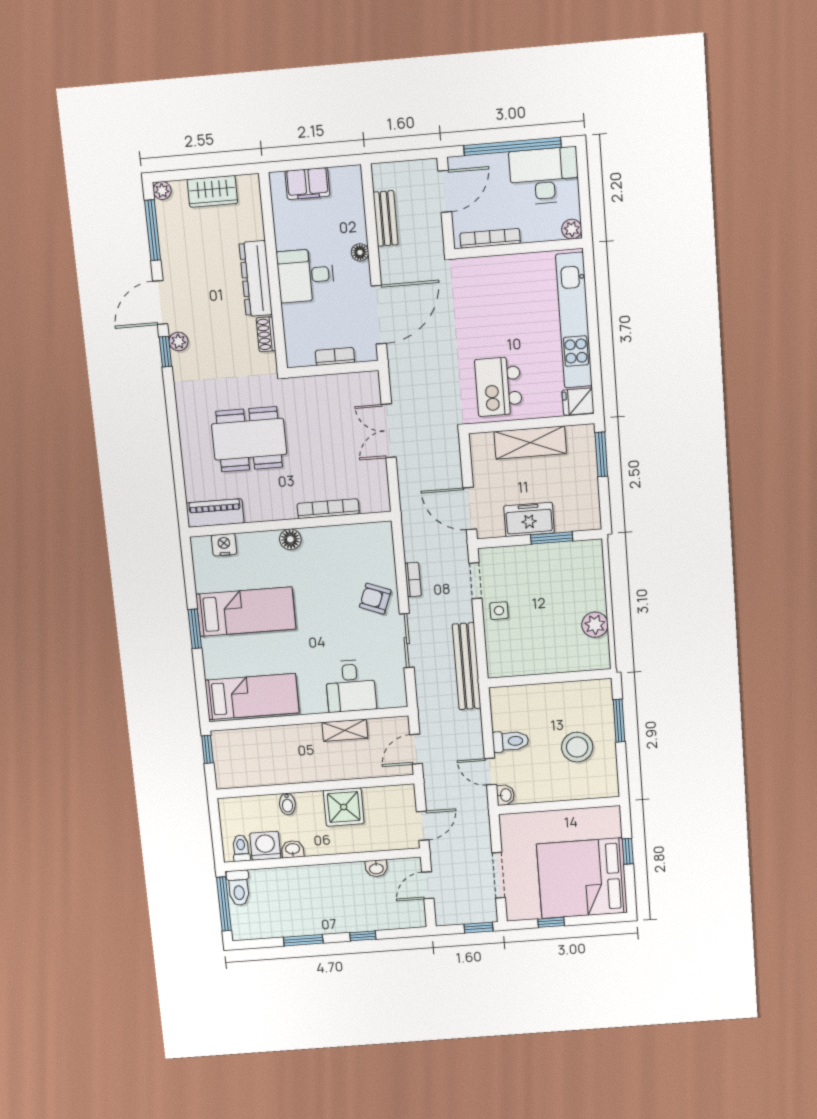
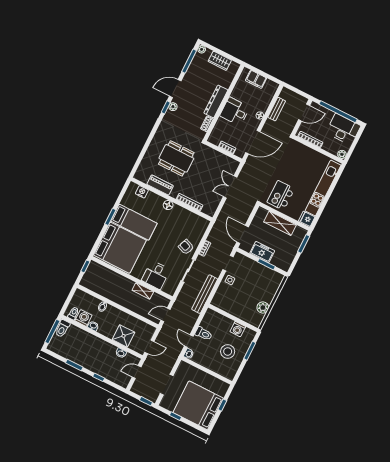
piano: (215, 513) -> (160, 185), moved
washing machine: (571, 694) -> (238, 329), added
bed: (252, 697) -> (120, 248), width x2.04
shower: (344, 807) -> (123, 336), moved

